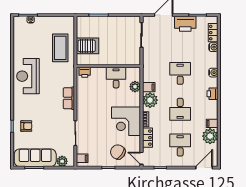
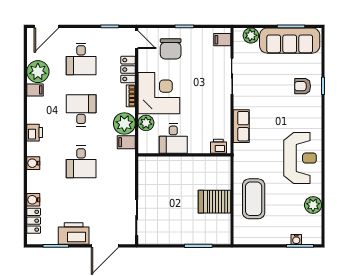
plant: (19, 44) -> (313, 205), added
wall: (108, 66) -> (184, 155), moved
printer: (85, 72) -> (218, 146), moved
desk: (116, 78) -> (173, 139), moved
plant: (135, 87) -> (146, 123), moved
chair: (118, 152) -> (171, 49), turned 55

